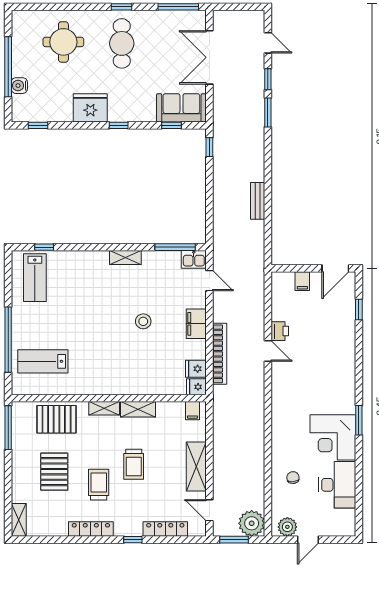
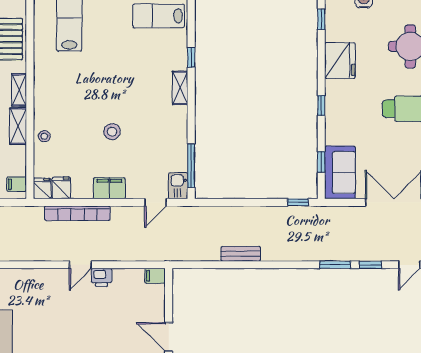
fridge: (90, 108) -> (340, 61), moved
window: (44, 247) -> (191, 57), moved
shelving: (125, 258) -> (180, 88), moved
filing cabinet: (302, 281) -> (155, 276), moved
stool: (148, 385) -> (44, 136), added

